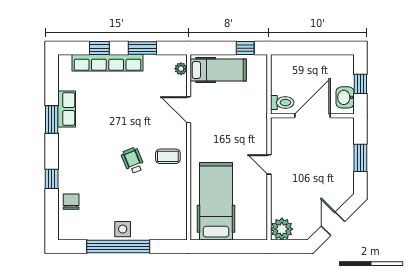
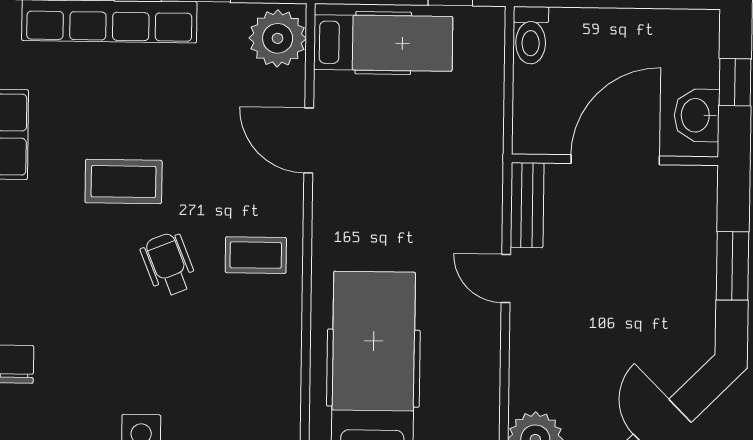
plant: (181, 69) -> (278, 38), width x1.88, depth x1.88
toilet: (282, 103) -> (531, 35), moved, turned 90
coffee table: (114, 127) -> (124, 182), added
bench: (277, 135) -> (527, 205), added

